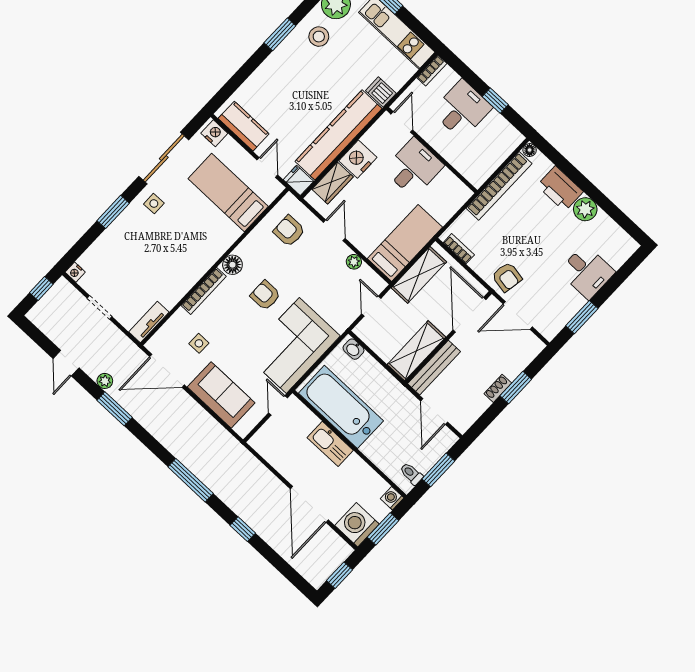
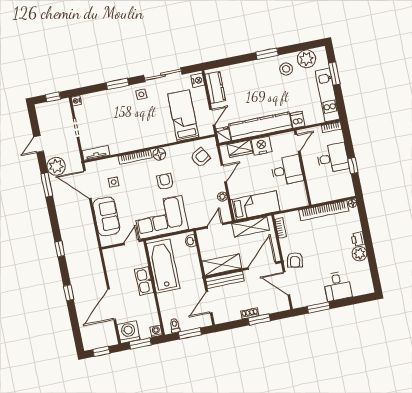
printer: (560, 189) -> (358, 239), width x0.53, depth x0.68
armchair: (289, 231) -> (200, 157), turned 60
plant: (105, 381) -> (56, 166), width x1.88, depth x1.88
window: (191, 480) -> (60, 249), width x0.46

